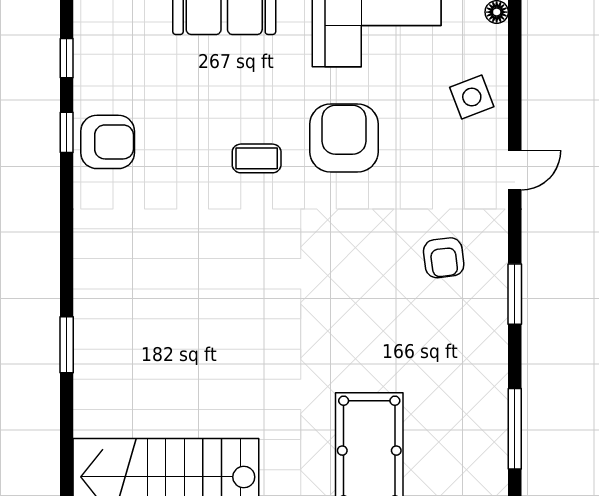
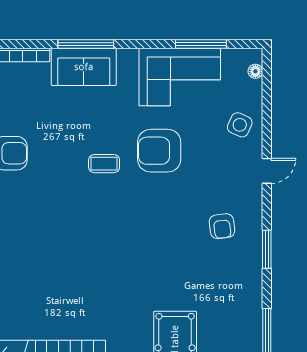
side table: (472, 97) -> (240, 125), turned 45
armchair: (344, 138) -> (159, 151), turned -90

